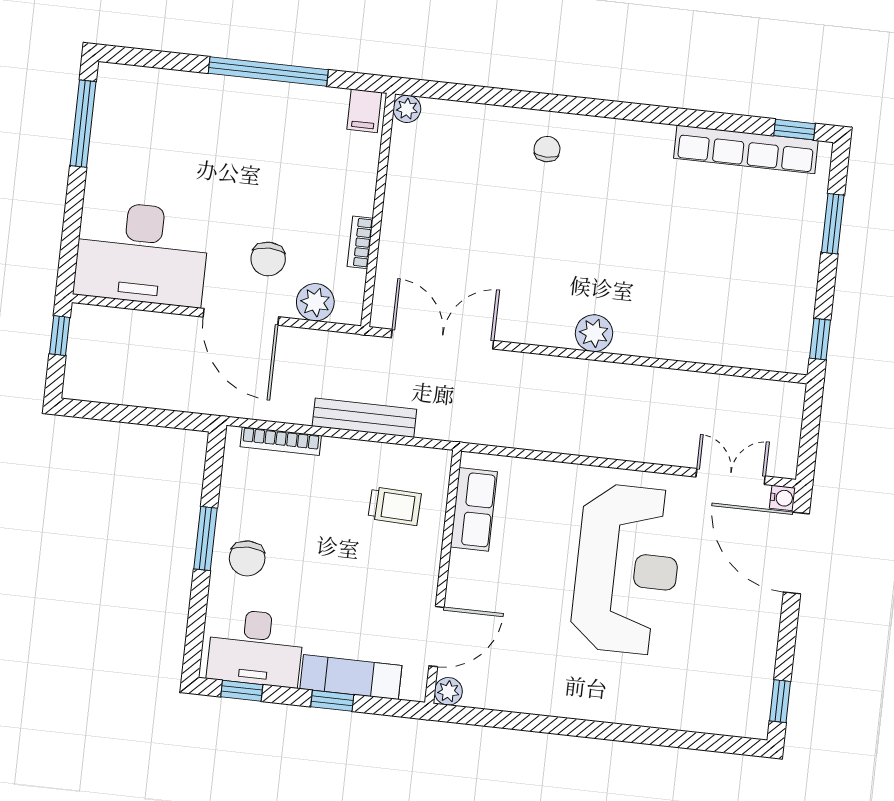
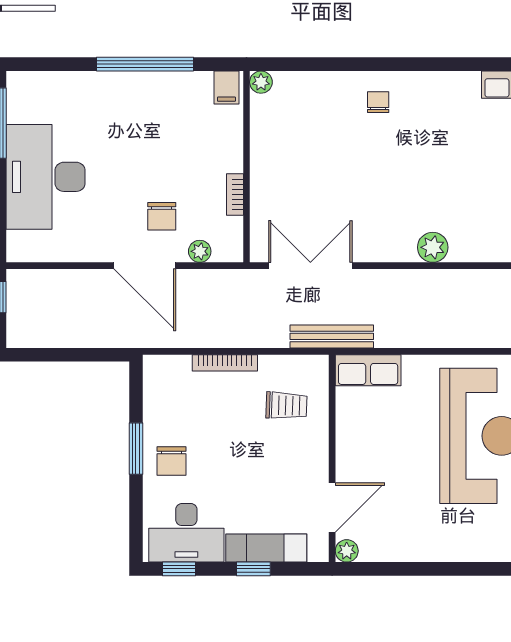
desk: (142, 253) -> (46, 177), moved, turned 90
plant: (315, 302) -> (200, 251), width x0.73, depth x0.73
bench: (364, 418) -> (332, 336), moved
bookcase: (281, 441) -> (225, 363), moved
row of seats: (474, 509) -> (368, 370), moved, turned 90

